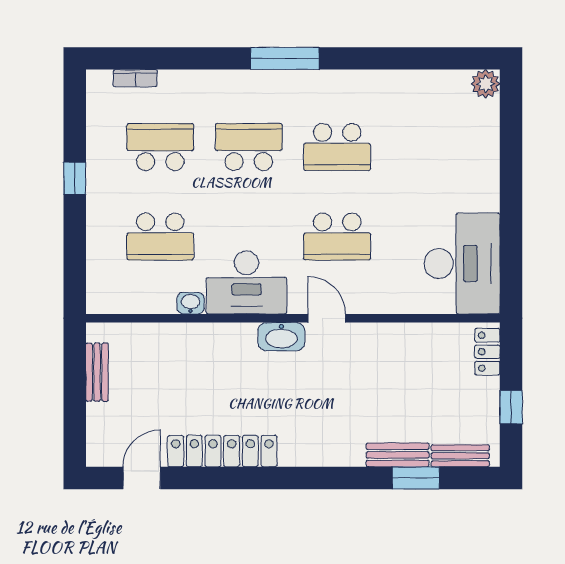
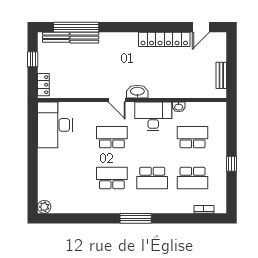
window: (416, 478) -> (76, 27), width x2.11

